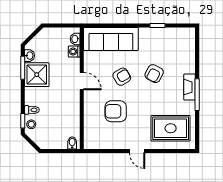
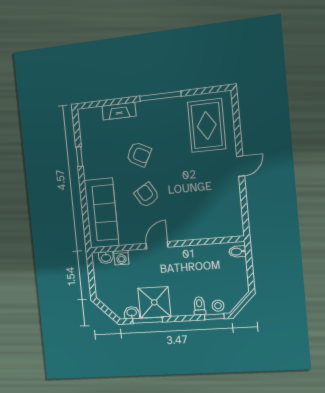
fireplace: (190, 87) -> (119, 111), moved
armchair: (116, 111) -> (191, 199), removed

